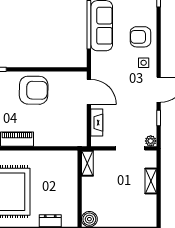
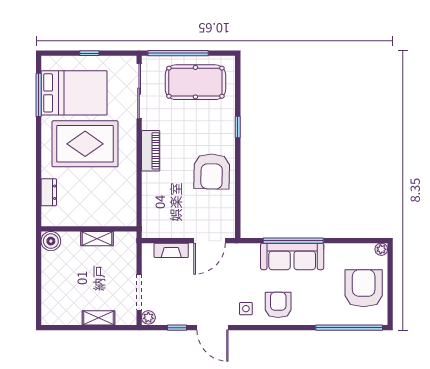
shelving: (87, 163) -> (97, 239), moved

